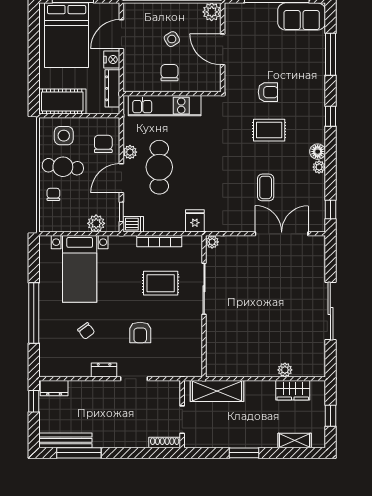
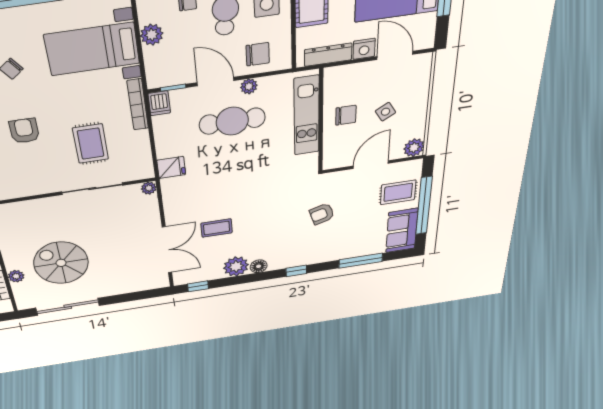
armchair: (268, 92) -> (322, 214), turned 73
rug: (269, 130) -> (398, 192), moved, turned 90
plant: (319, 167) -> (236, 266), width x1.88, depth x1.88
plant: (96, 223) -> (152, 35), moved
bookcase: (159, 241) -> (138, 105), moved
sliding door: (330, 311) -> (68, 307), moved
spiral stairs: (278, 328) -> (61, 263), added
armchair: (140, 332) -> (24, 131), turned 90

